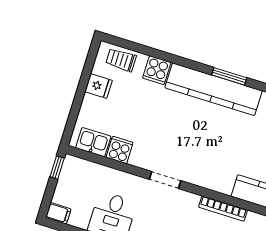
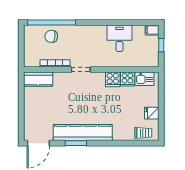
cooker: (157, 70) -> (113, 79), moved, turned 180
window: (57, 167) -> (161, 45), moved
doorway: (165, 180) -> (81, 70), moved

